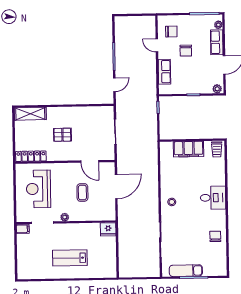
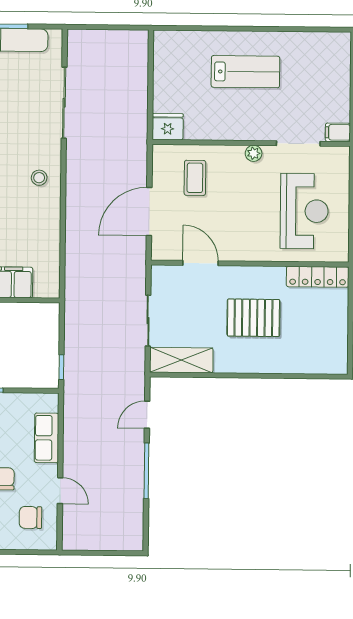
shelving: (30, 114) -> (181, 360), moved
pallet: (62, 135) -> (253, 318), width x1.50, depth x1.42
coffee table: (82, 192) -> (195, 178), moved

